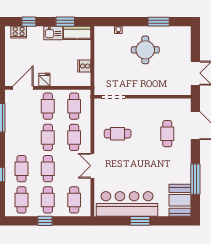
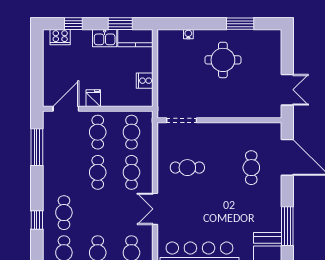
cafe table: (48, 169) -> (98, 213), removed

